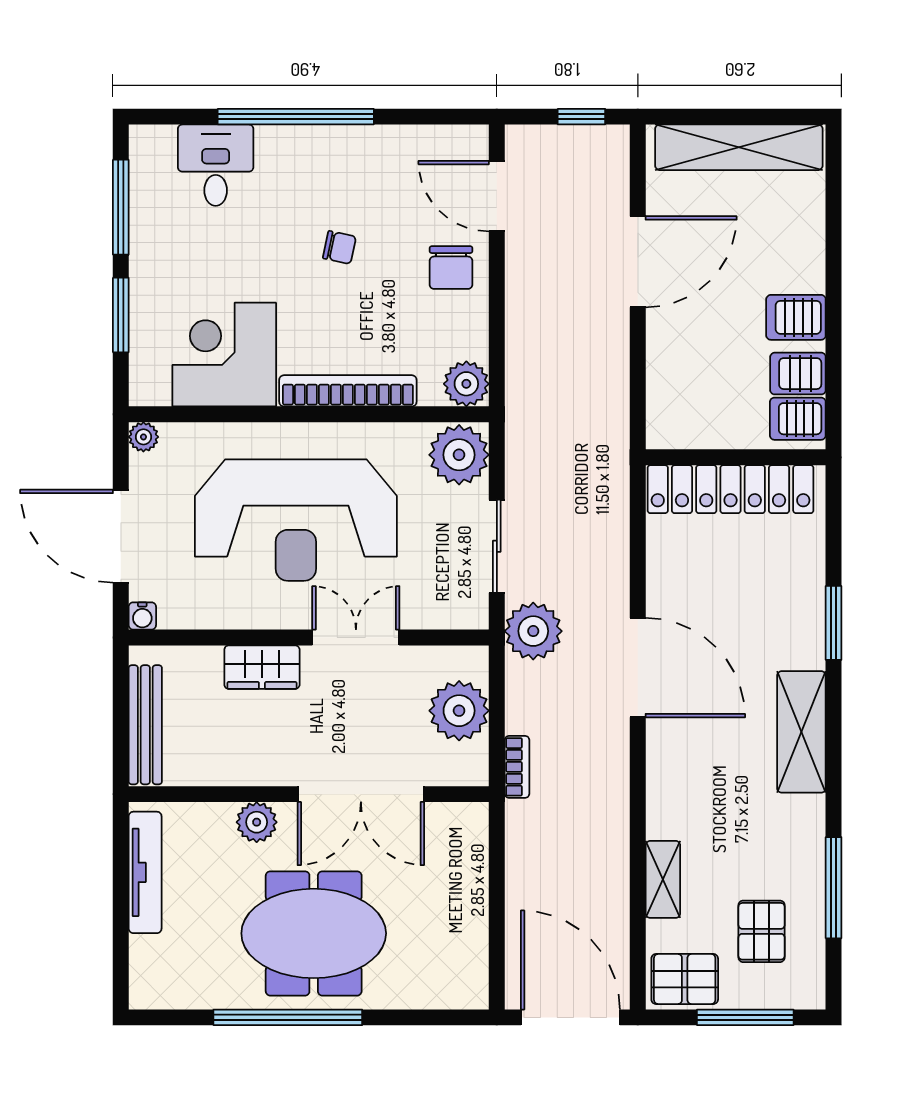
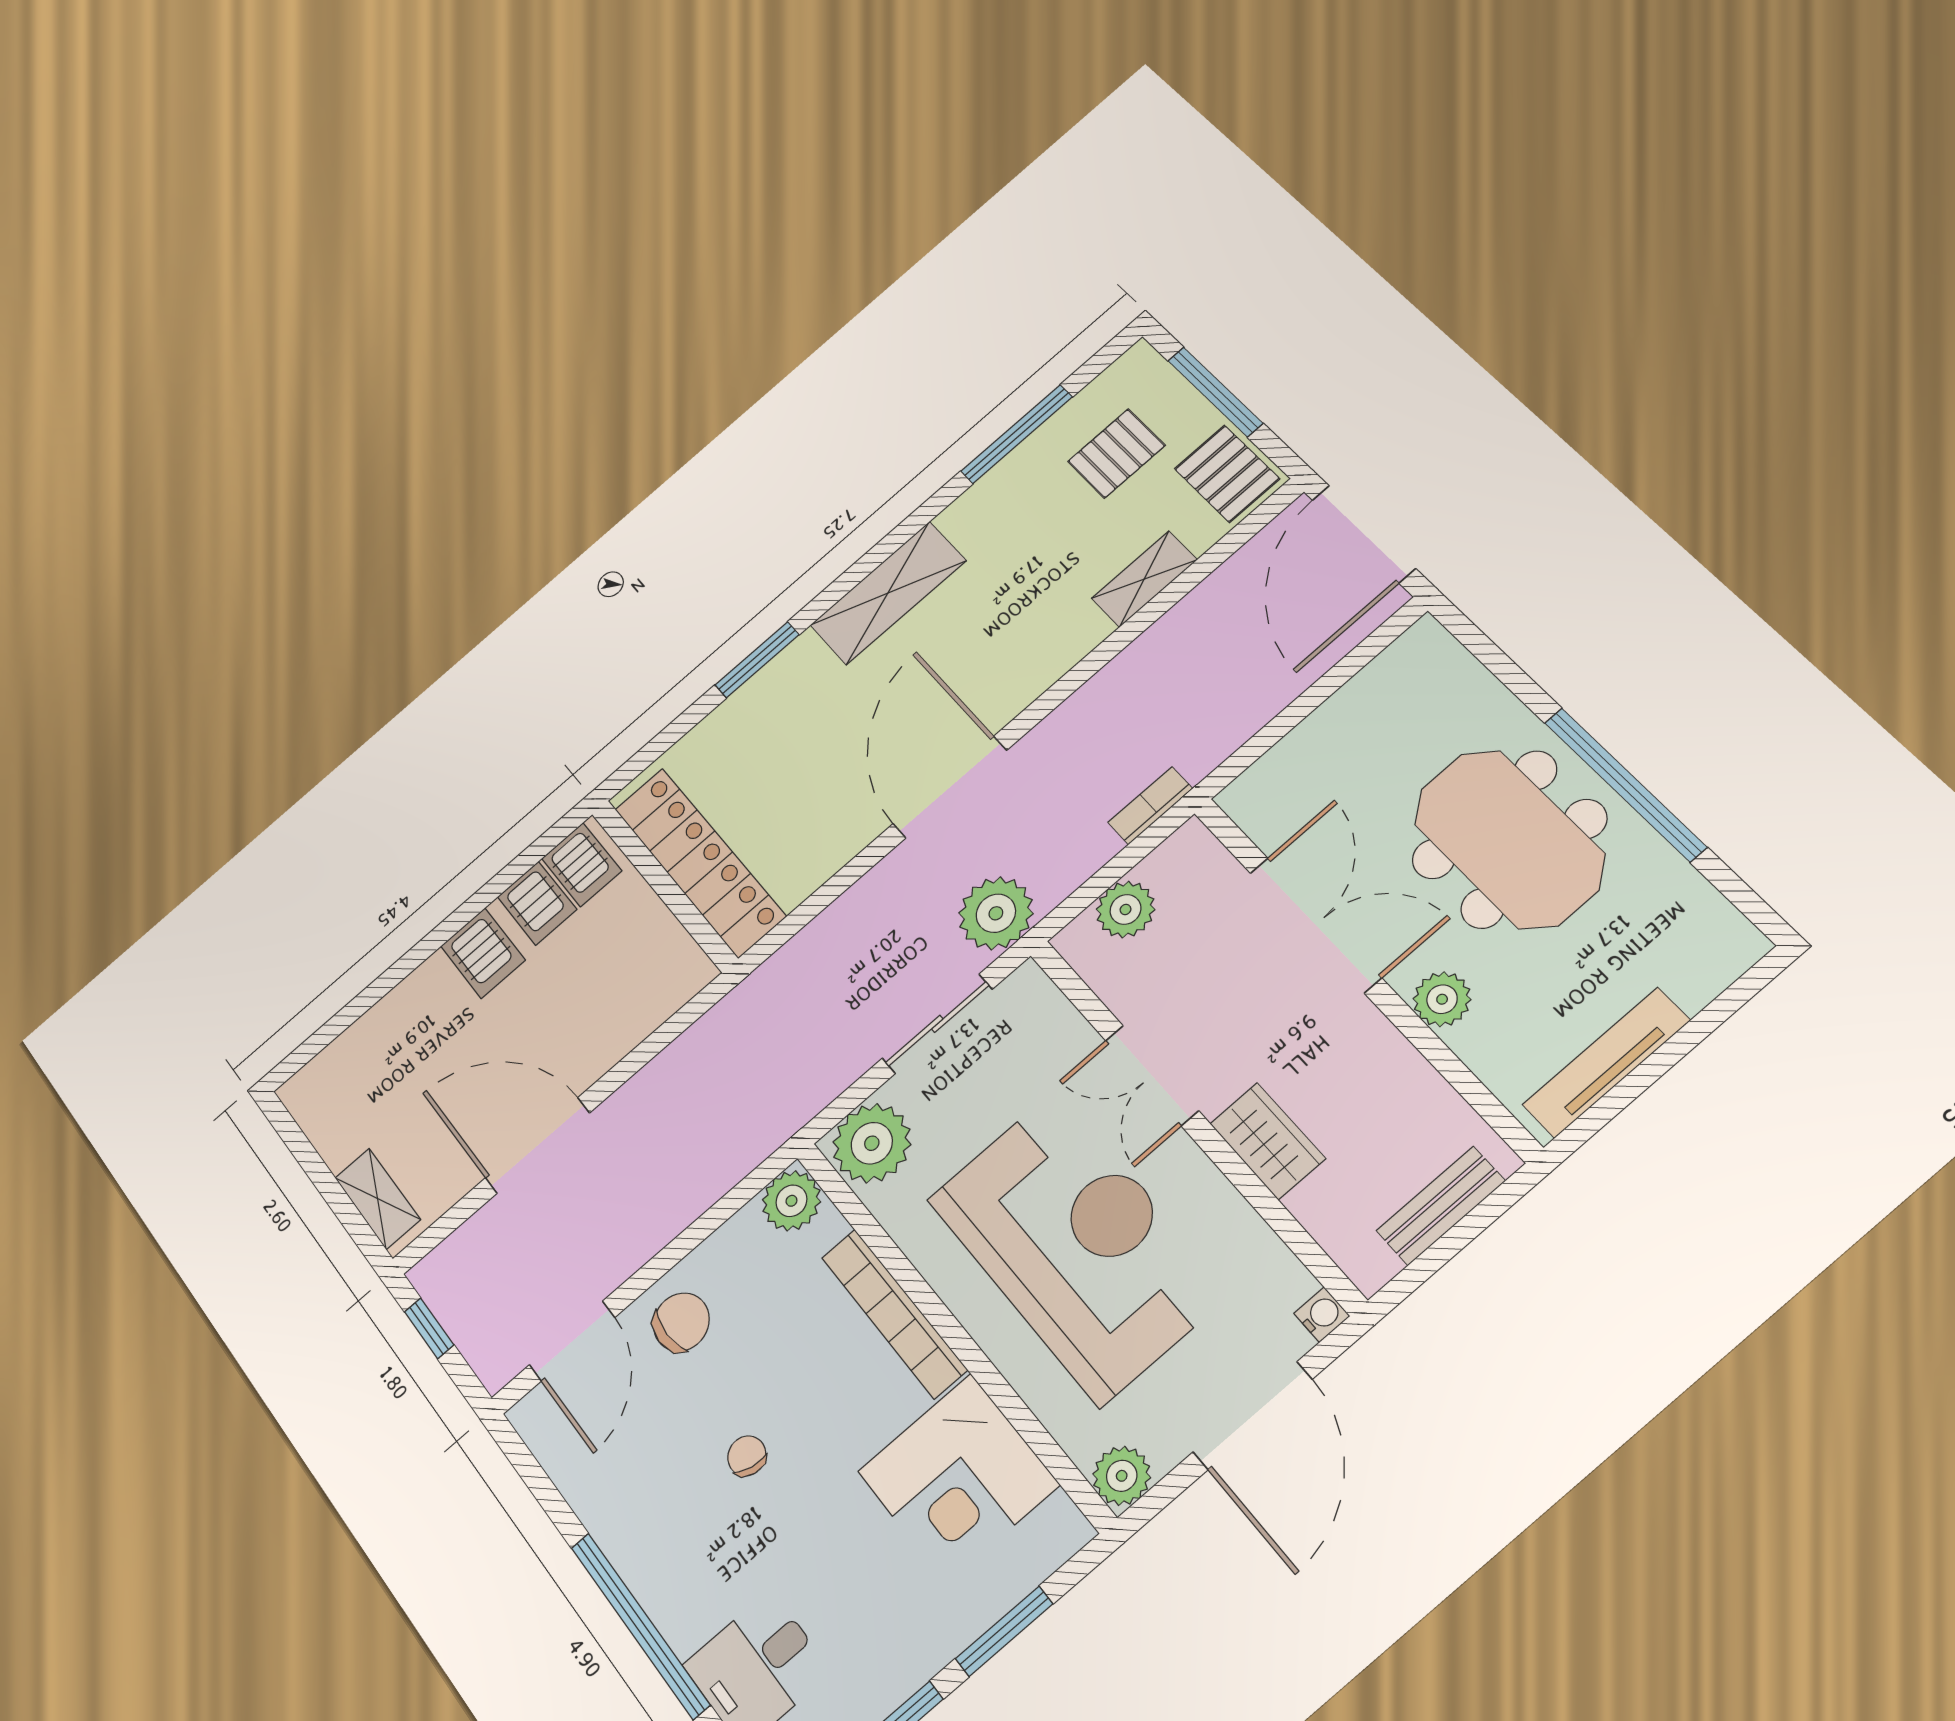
shelving: (739, 147) -> (378, 1199), width x0.45, depth x0.75
plant: (143, 437) -> (1122, 1476), width x1.38, depth x1.38
plant: (459, 711) -> (1126, 909), width x0.73, depth x0.73
bench: (145, 725) -> (1441, 1206), width x0.73

